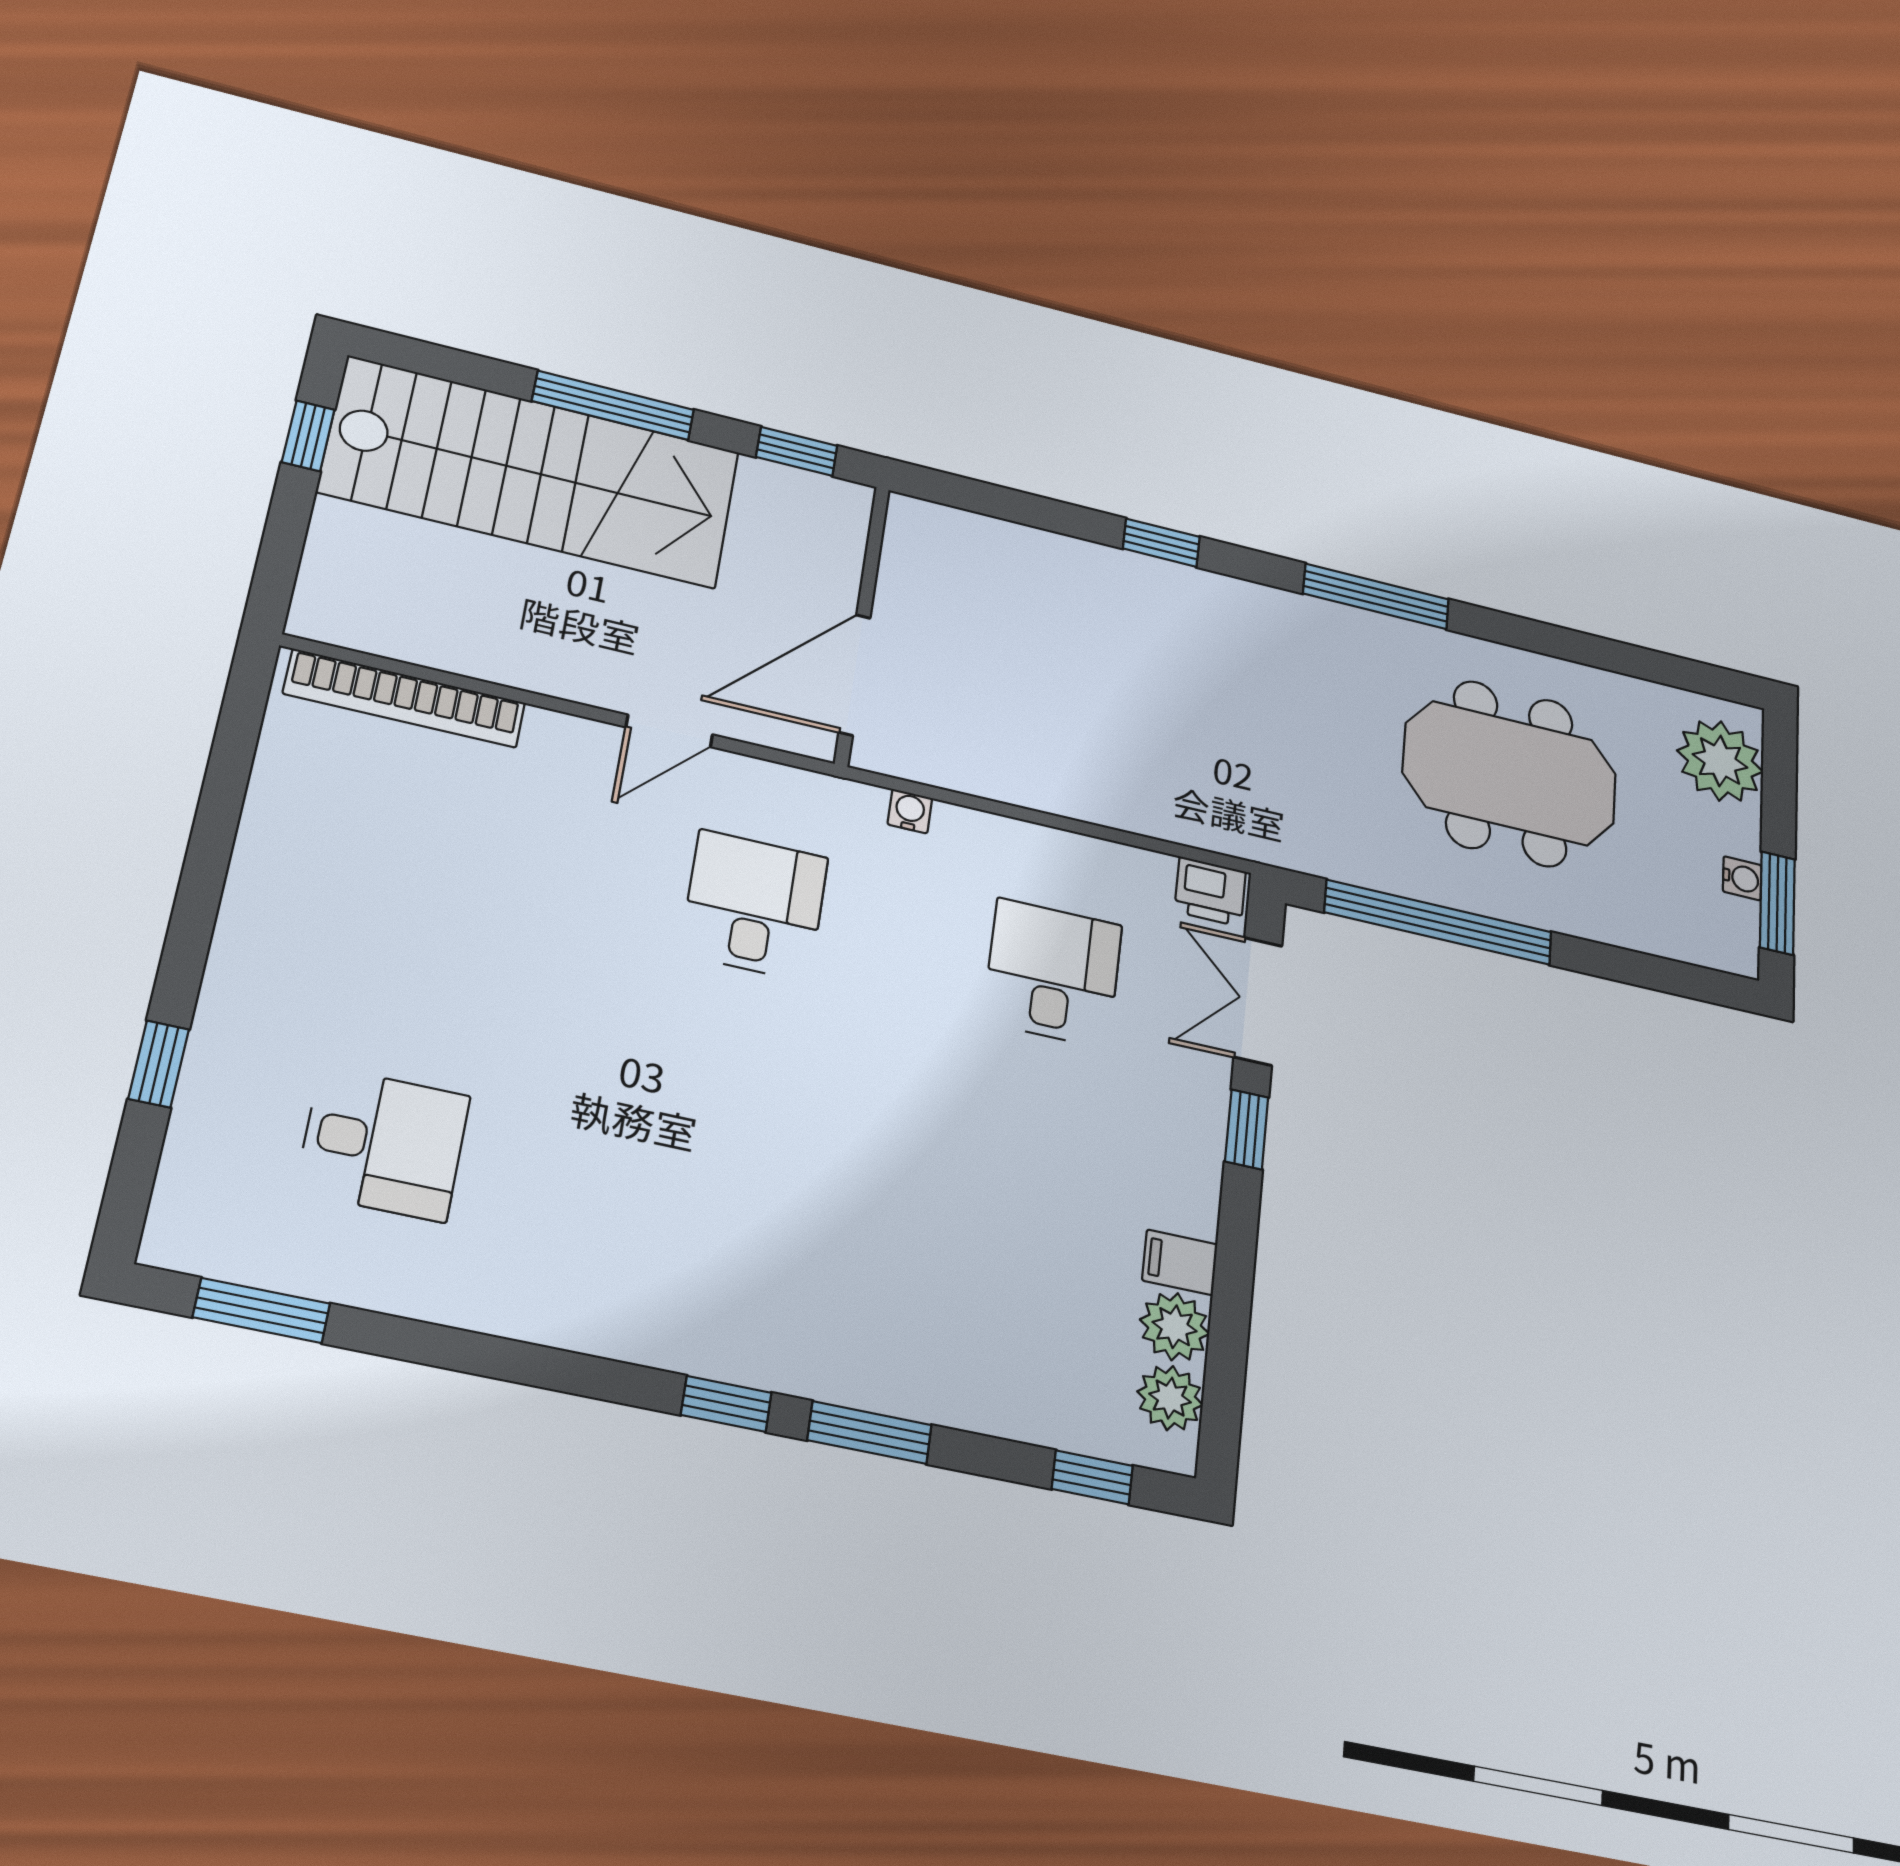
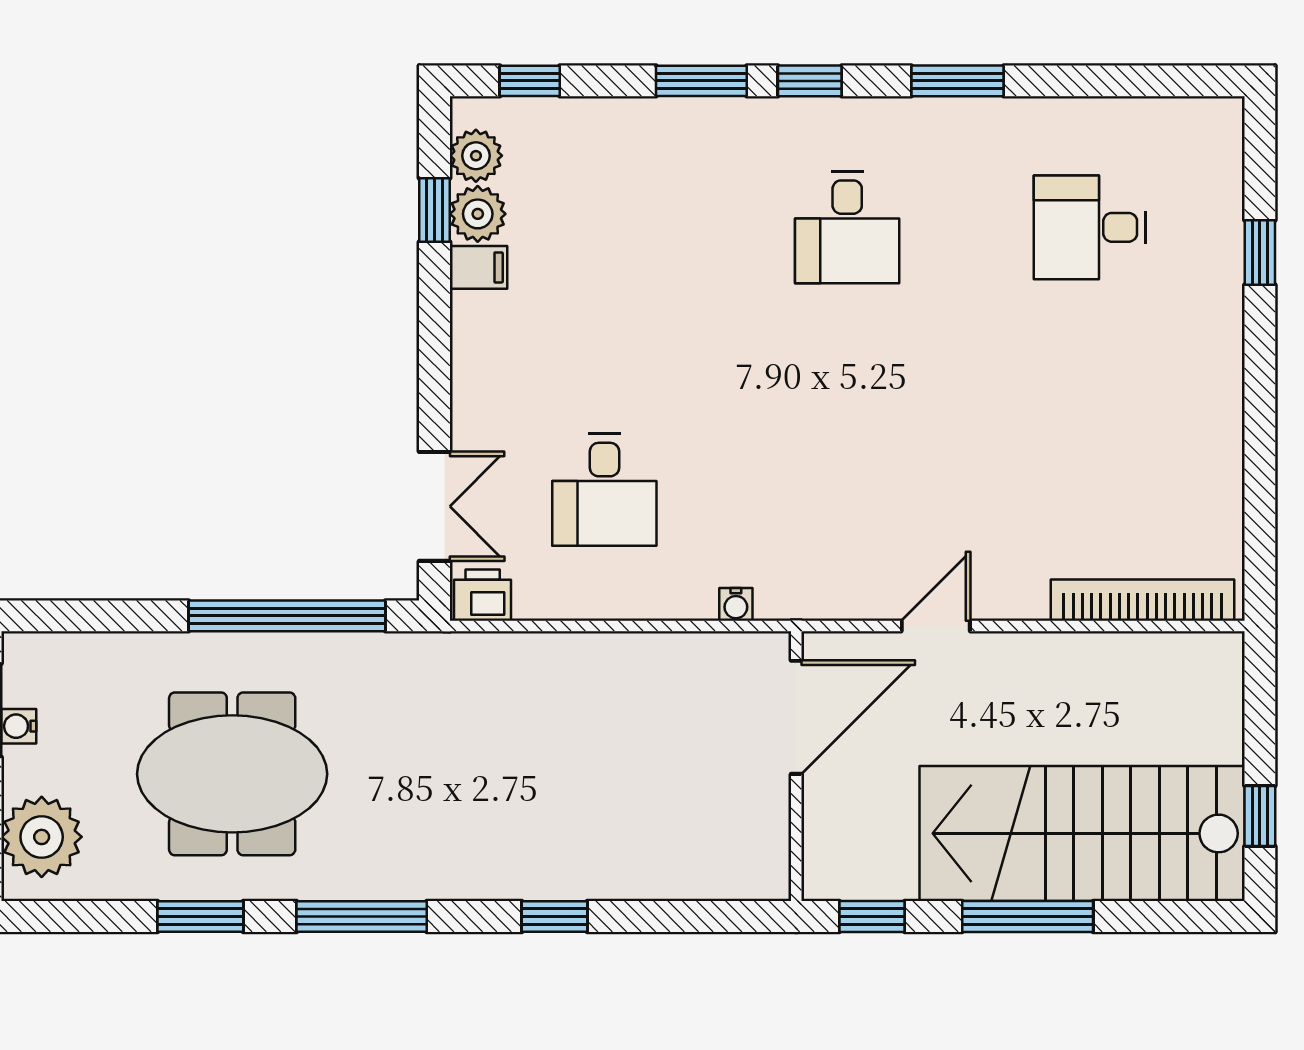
window: (1552, 640) -> (200, 916), added
desk: (754, 905) -> (847, 227), moved
window: (1247, 1129) -> (434, 210), moved
window: (262, 1310) -> (958, 81), moved

